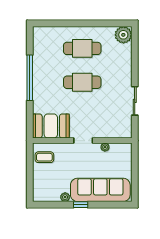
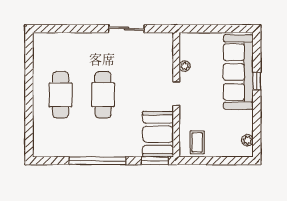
plant: (123, 35) -> (43, 43), removed
window: (30, 123) -> (155, 161), added
plant: (65, 197) -> (247, 140), moved
window: (81, 205) -> (257, 81), moved

